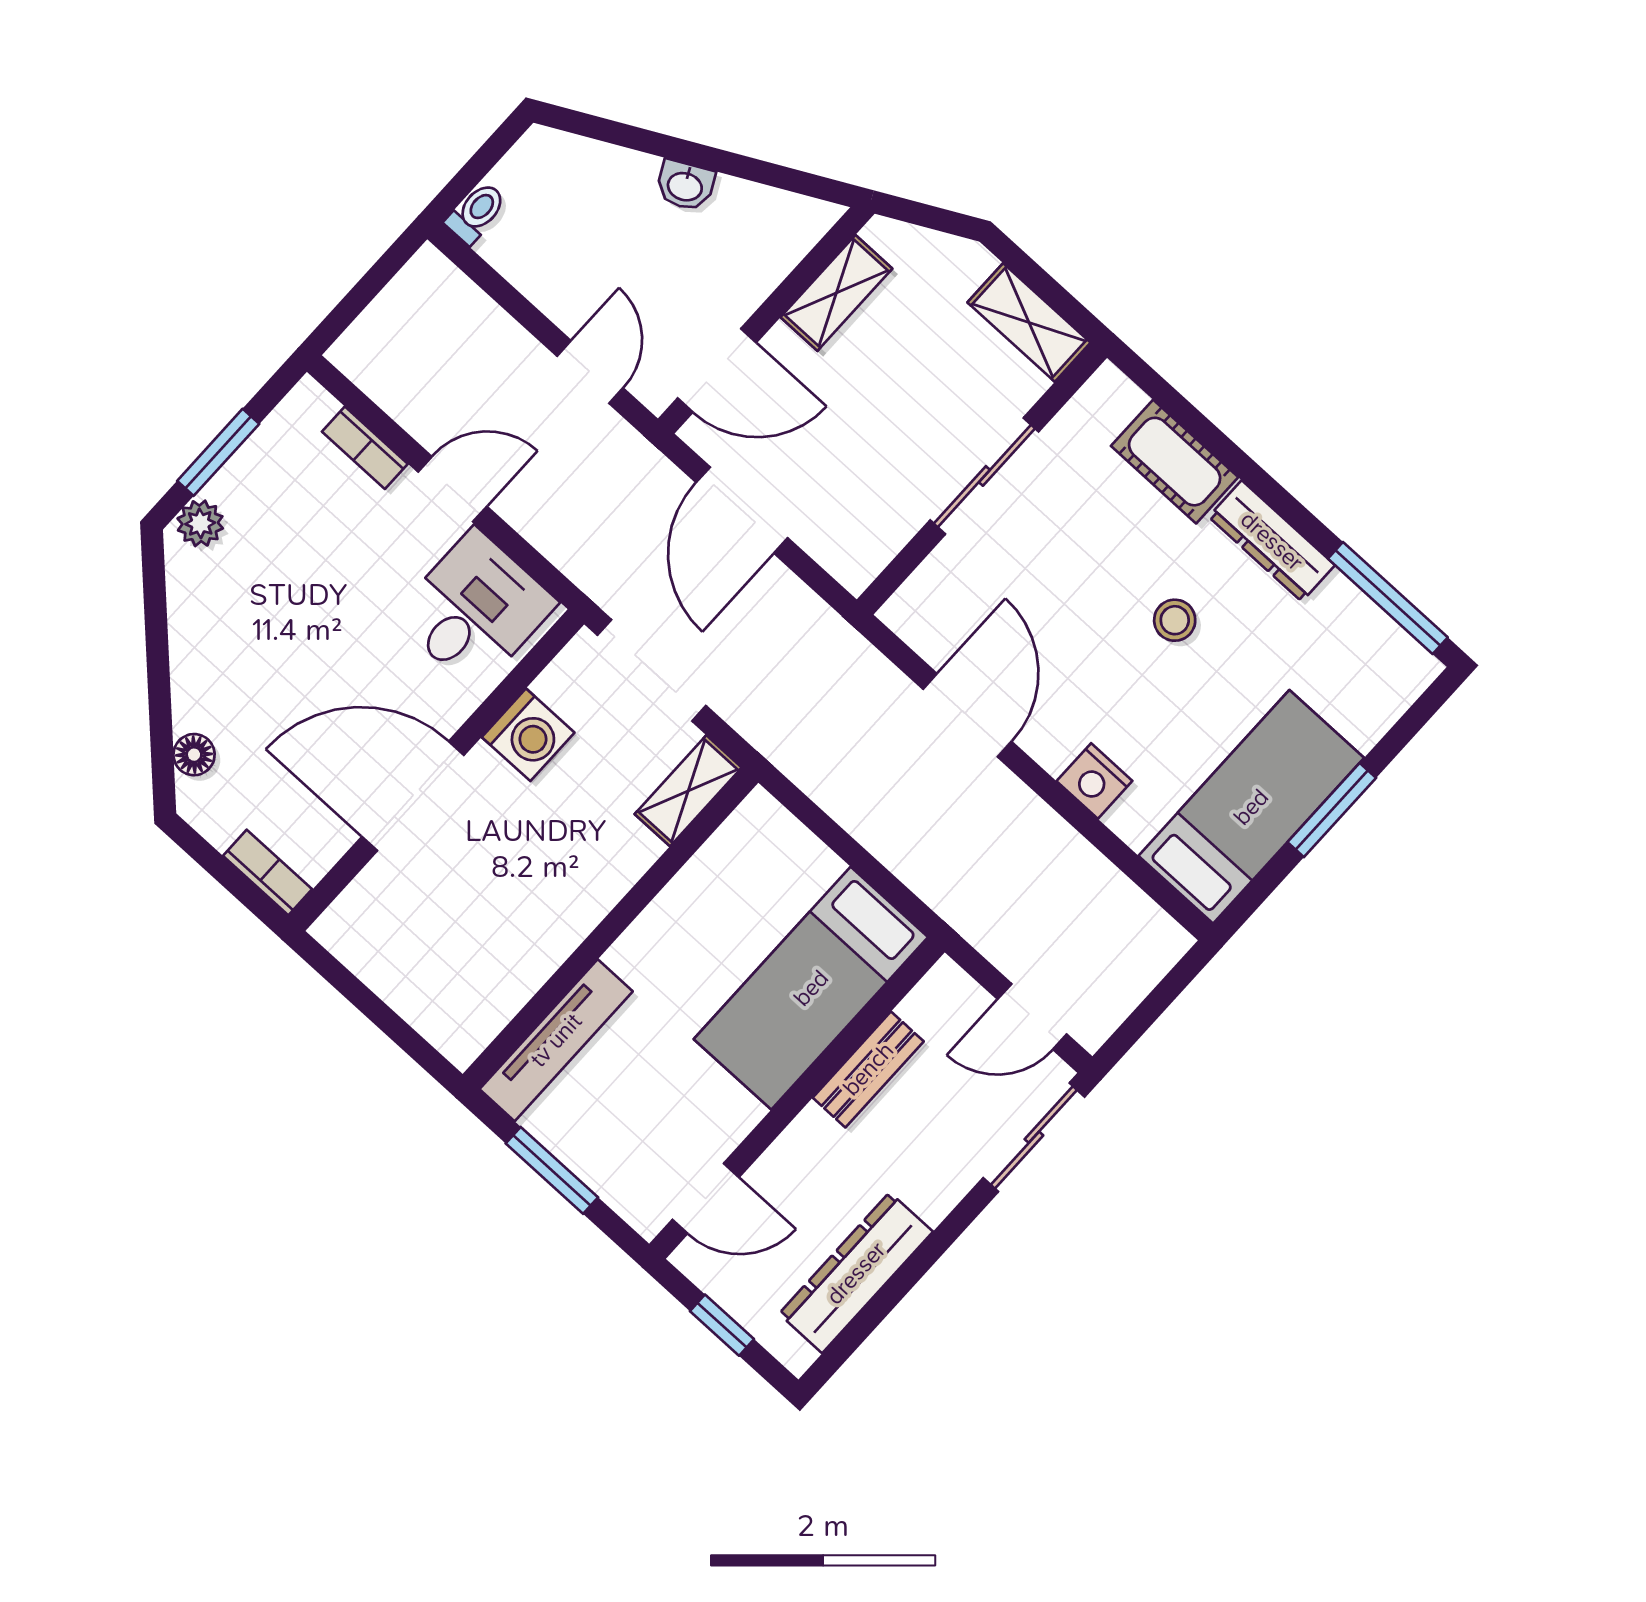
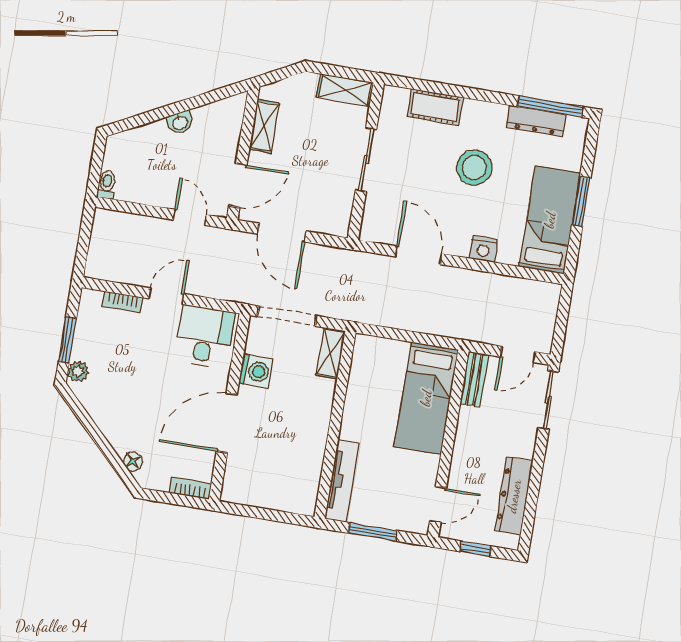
dresser: (1272, 541) -> (536, 121), moved
stool: (1175, 620) -> (474, 168), width x1.89, depth x1.89
bench: (868, 1069) -> (474, 379), moved

